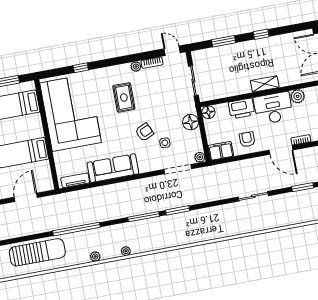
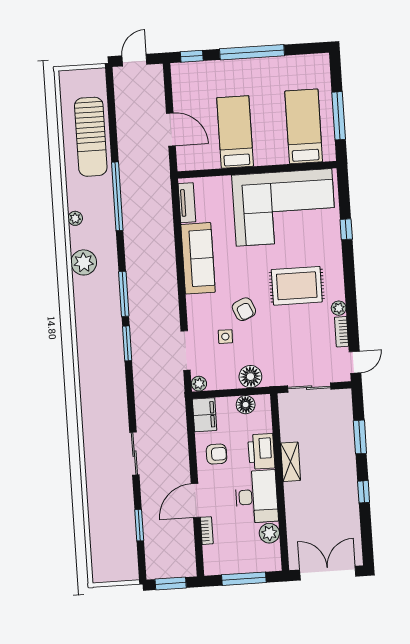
shelving: (265, 84) -> (291, 462), moved
rug: (124, 97) -> (297, 286), width x1.36, depth x1.43
floor lamp: (208, 112) -> (246, 405), moved
plant: (126, 251) -> (84, 262), width x1.88, depth x1.88

